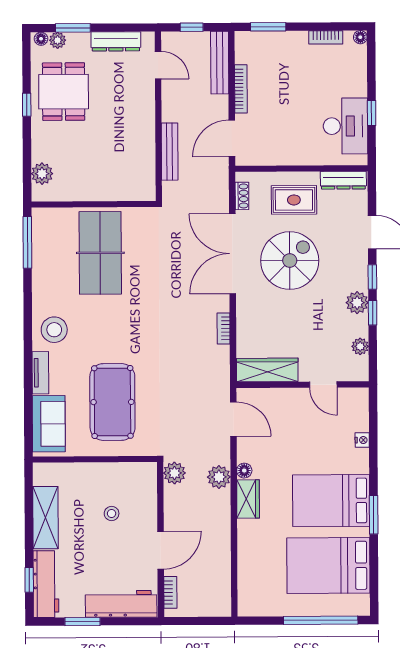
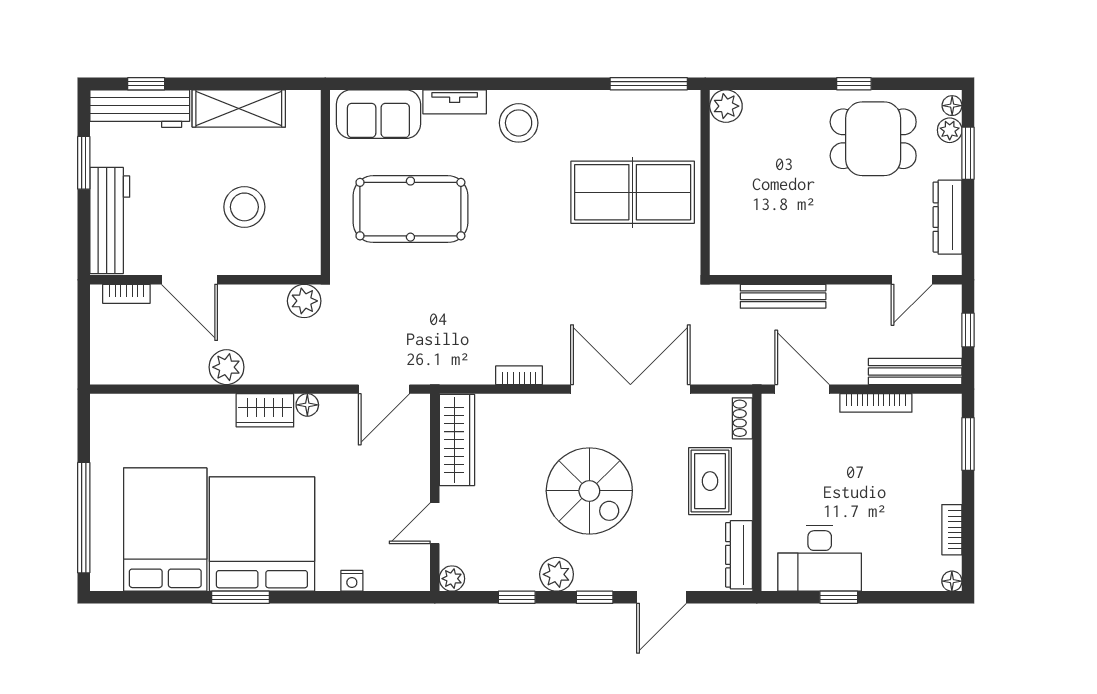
plant: (42, 174) -> (726, 106), moved
shoe rack: (242, 196) -> (742, 418), moved, turned 90
spiral stairs: (290, 261) -> (589, 491), moved
window: (373, 313) -> (517, 597), moved
plant: (360, 346) -> (452, 579), moved
plant: (219, 477) -> (227, 367), moved
bed: (331, 501) -> (262, 534), width x1.36
stool: (112, 514) -> (244, 207), width x1.89, depth x1.89

